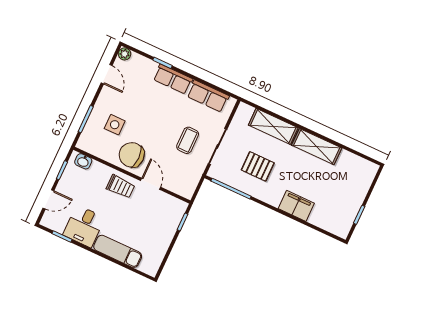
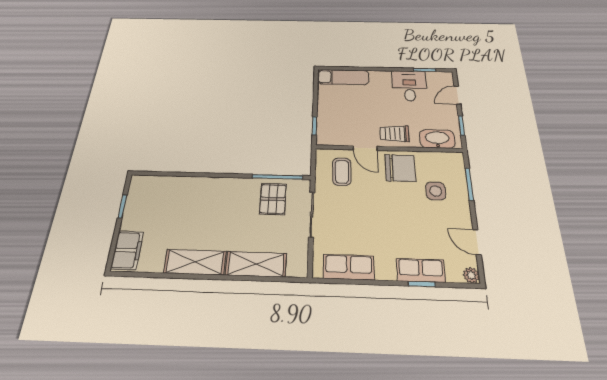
row of seats: (173, 79) -> (421, 270), moved
coffee table: (188, 140) -> (342, 172), moved
washbasin: (83, 161) -> (437, 139), width x1.91, depth x1.45
pallet: (258, 166) -> (273, 199), moved, turned 90
filing cabinet: (296, 206) -> (127, 250), moved, turned -90
exam couch: (118, 251) -> (343, 77), moved

